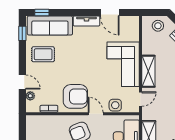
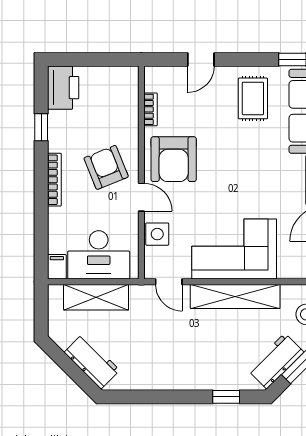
shelving: (148, 71) -> (235, 296), width x1.47
plant: (30, 96) -> (175, 74), removed
door: (96, 114) -> (141, 197), hinge flipped

